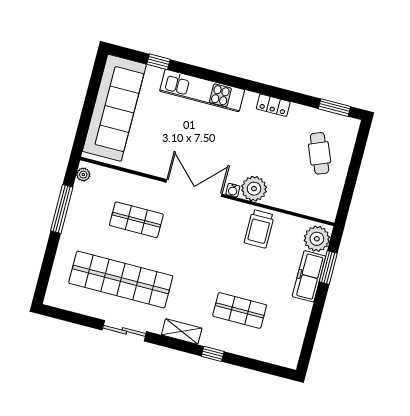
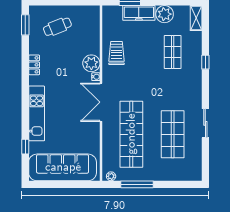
shop shelf: (136, 220) -> (131, 134), width x2.00, depth x1.36
trolley: (259, 229) -> (116, 53), turned -90
plant: (317, 239) -> (165, 14), moved
shop shelf: (121, 279) -> (173, 134), width x0.71
shelving: (182, 332) -> (196, 18), moved

